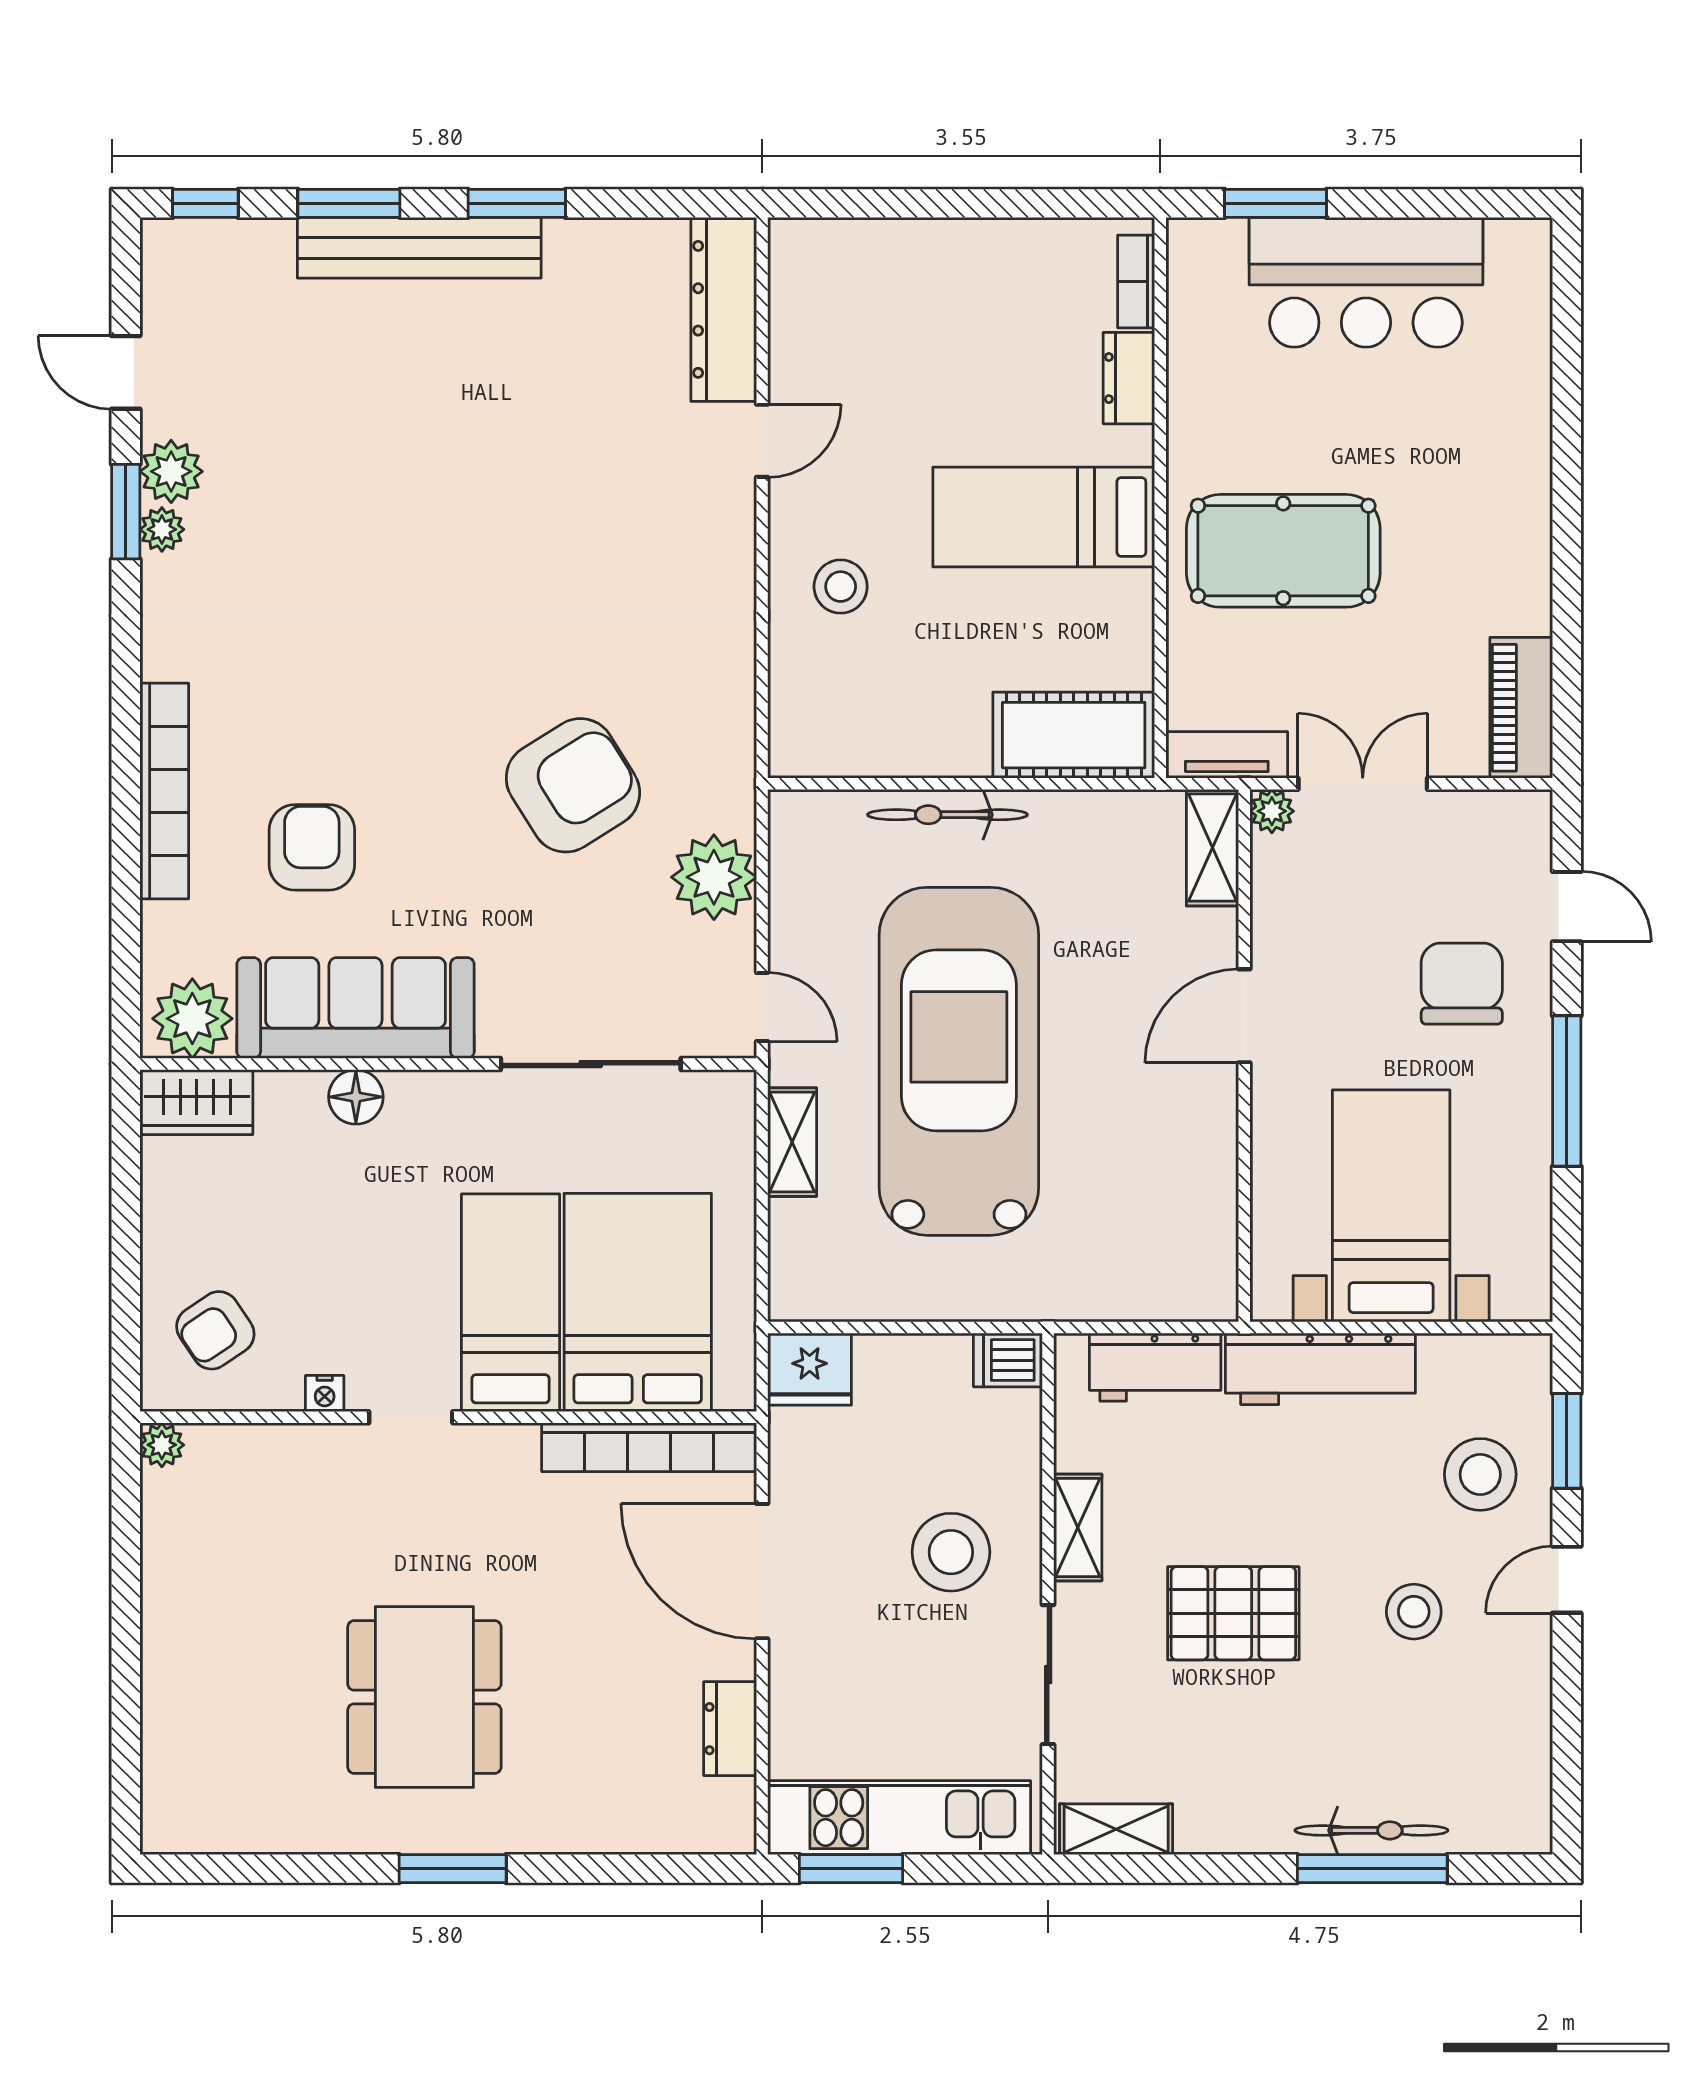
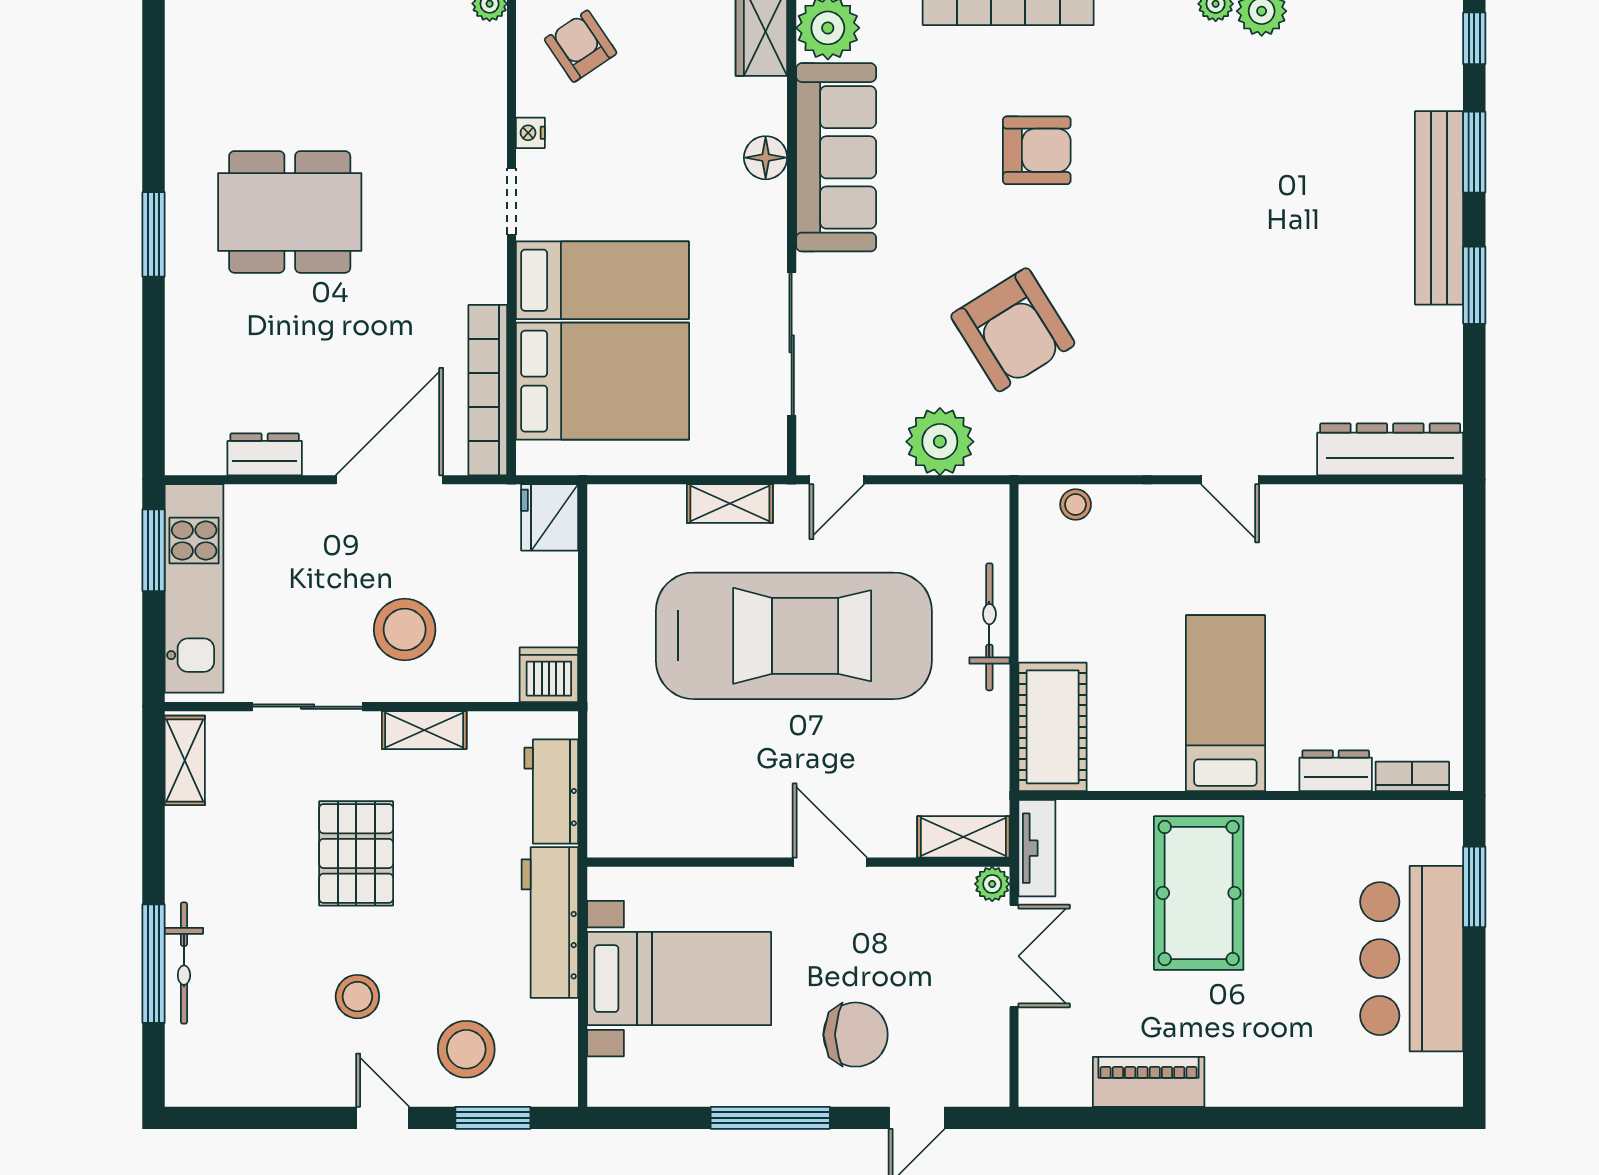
door: (762, 441) -> (1230, 480), moved
stool: (841, 587) -> (1076, 504), moved, width x0.73, depth x0.73
piano: (1521, 708) -> (1149, 1082), moved
armchair: (312, 847) -> (1037, 150), moved
dishwasher: (1008, 1360) -> (549, 675), width x1.38

